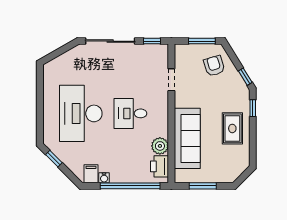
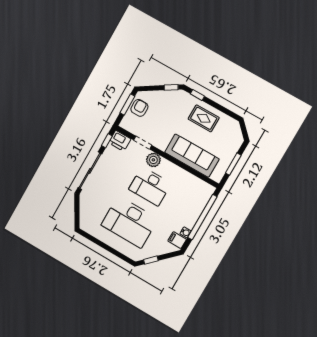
armchair: (214, 66) -> (139, 108), moved, turned 107
desk: (130, 113) -> (150, 186), width x1.37
plant: (160, 146) -> (153, 160), moved
printer: (160, 166) -> (120, 141), moved

